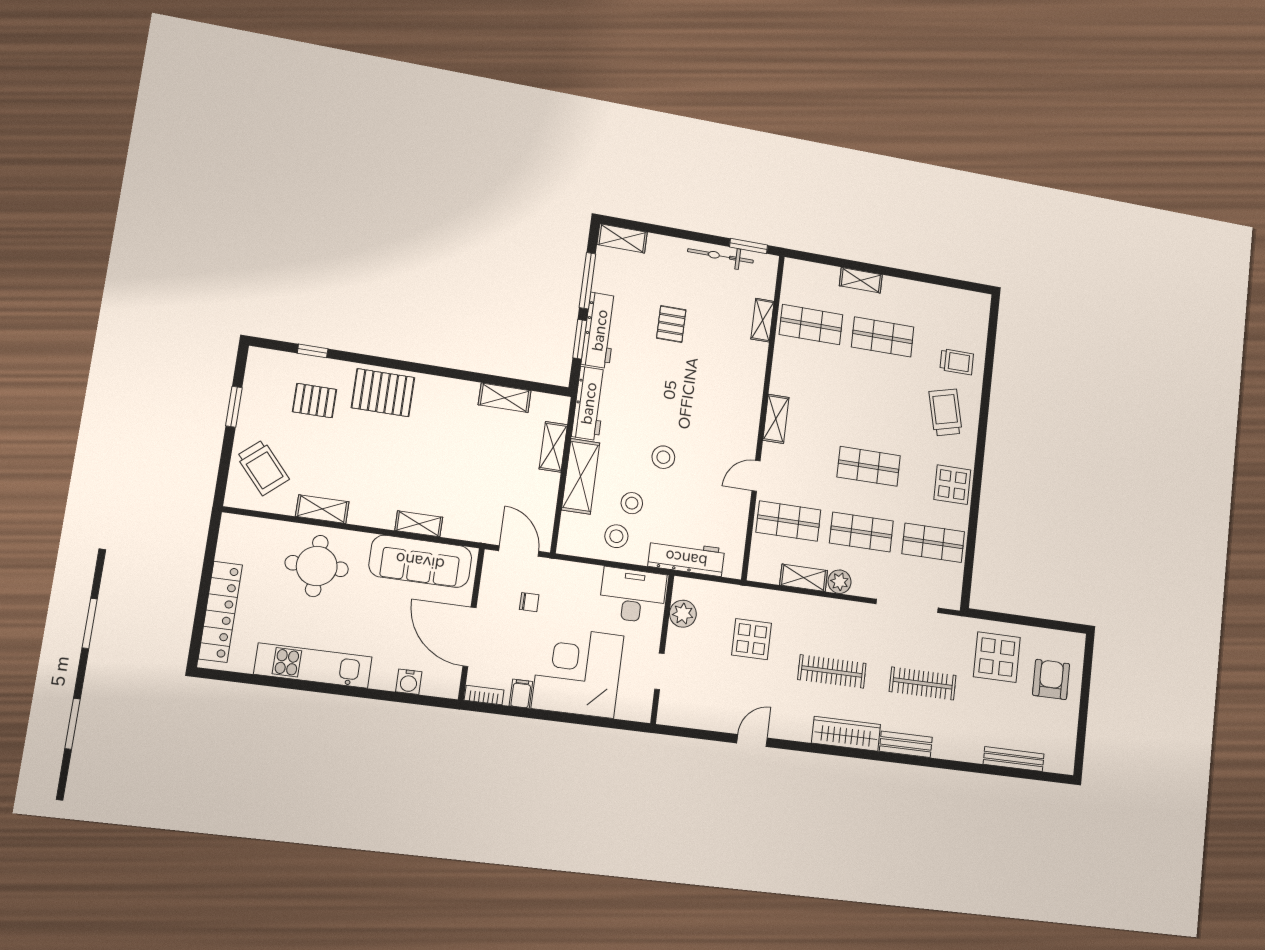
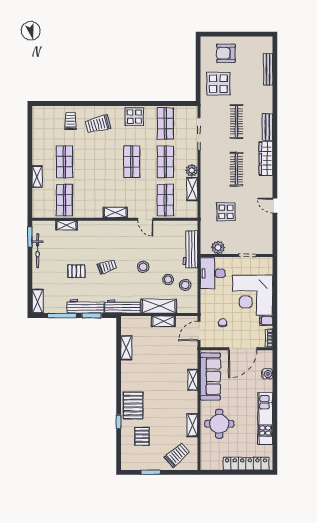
window: (313, 351) -> (119, 422), moved
trolley: (673, 386) -> (107, 267), added
shelving: (553, 447) -> (163, 321), moved

